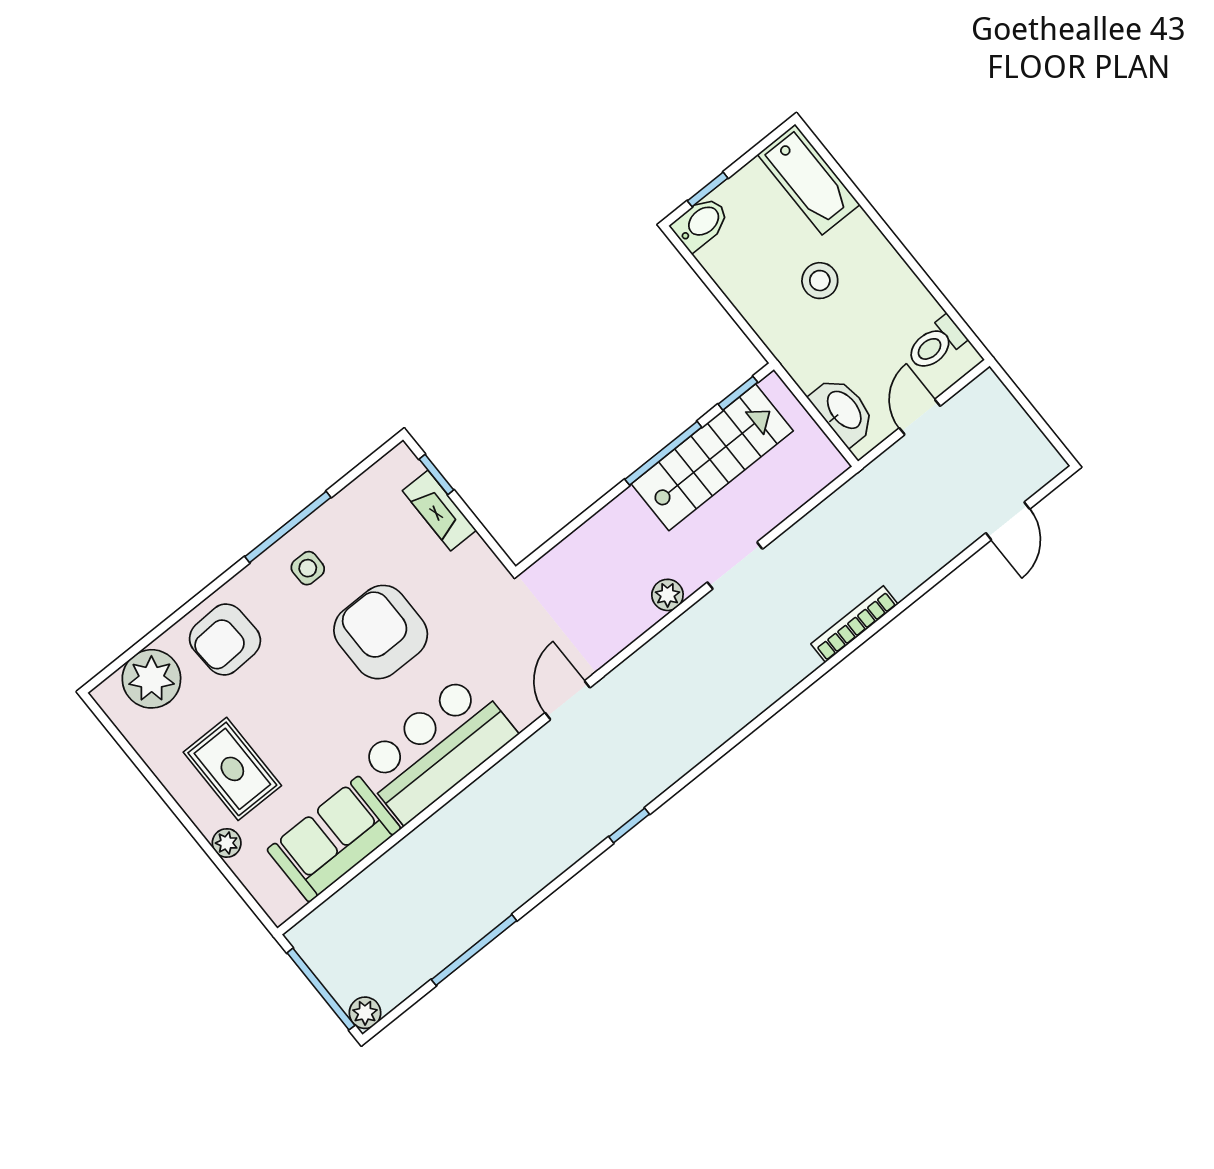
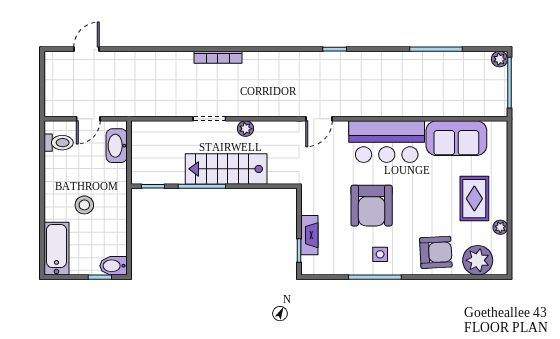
stairs: (712, 457) -> (226, 169), moved
bookcase: (854, 624) -> (218, 57), moved
plant: (227, 843) -> (500, 227), moved

